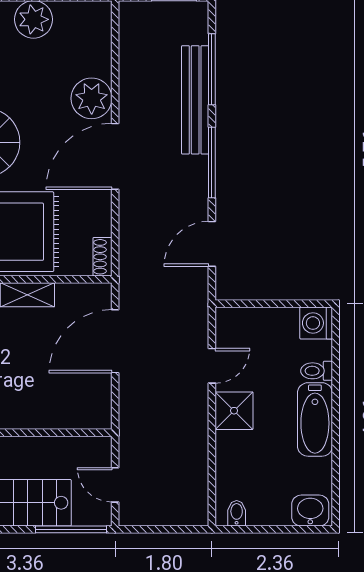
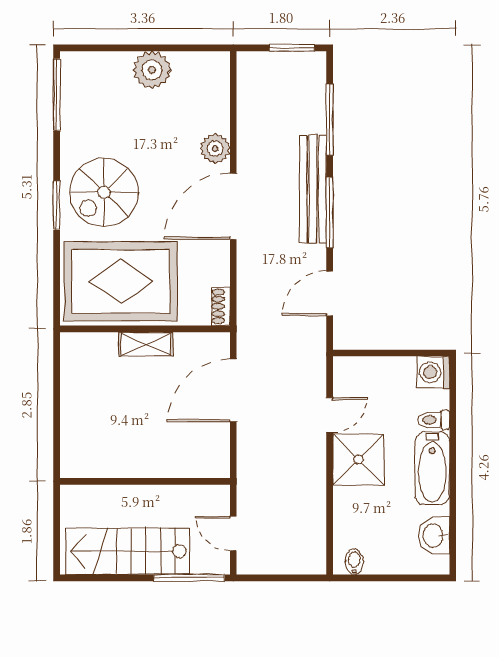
plant: (92, 98) -> (215, 149), width x0.73, depth x0.73
bench: (195, 100) -> (313, 189), moved
shower: (234, 411) -> (358, 460), width x1.36, depth x1.36
washbasin: (310, 511) -> (434, 536), moved, turned -90

